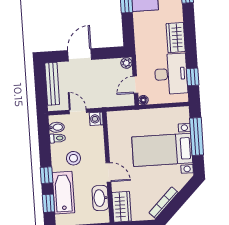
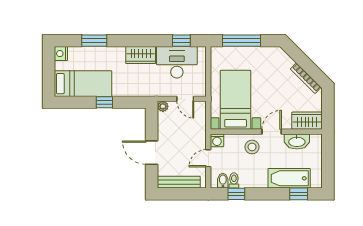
floor lamp: (143, 100) -> (201, 92), removed
bed with nightstands: (162, 150) -> (236, 100), moved, turned 180
stool: (73, 158) -> (252, 147), moved
window: (47, 175) -> (236, 194), moved

